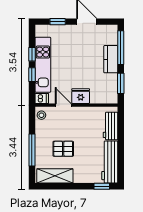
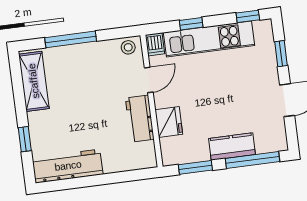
window: (32, 54) -> (248, 16), moved
fridge: (81, 96) -> (169, 122), moved
workbench: (111, 126) -> (140, 119), moved, turned -90
pallet: (63, 149) -> (79, 89), removed
window: (102, 186) -> (25, 139), moved

